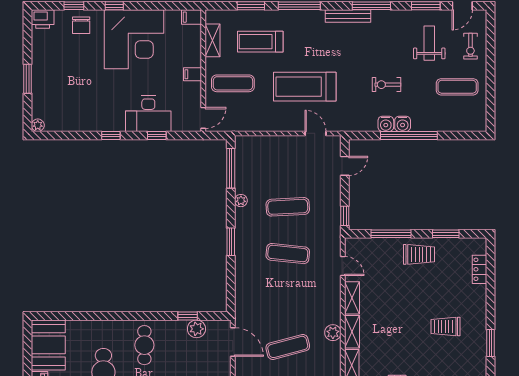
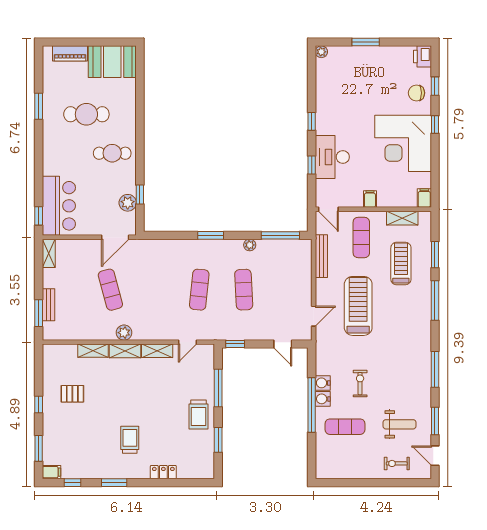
bench: (348, 16) -> (321, 256), moved
exercise mat: (457, 87) -> (345, 427), moved, turned 90
locker: (480, 269) -> (163, 472), moved

